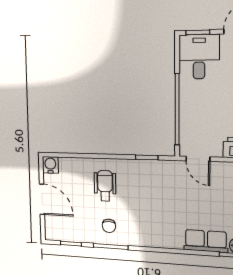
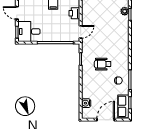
water cooler: (50, 165) -> (86, 103), moved
wheelchair: (105, 186) -> (103, 64), moved
row of seats: (206, 241) -> (123, 106), moved

